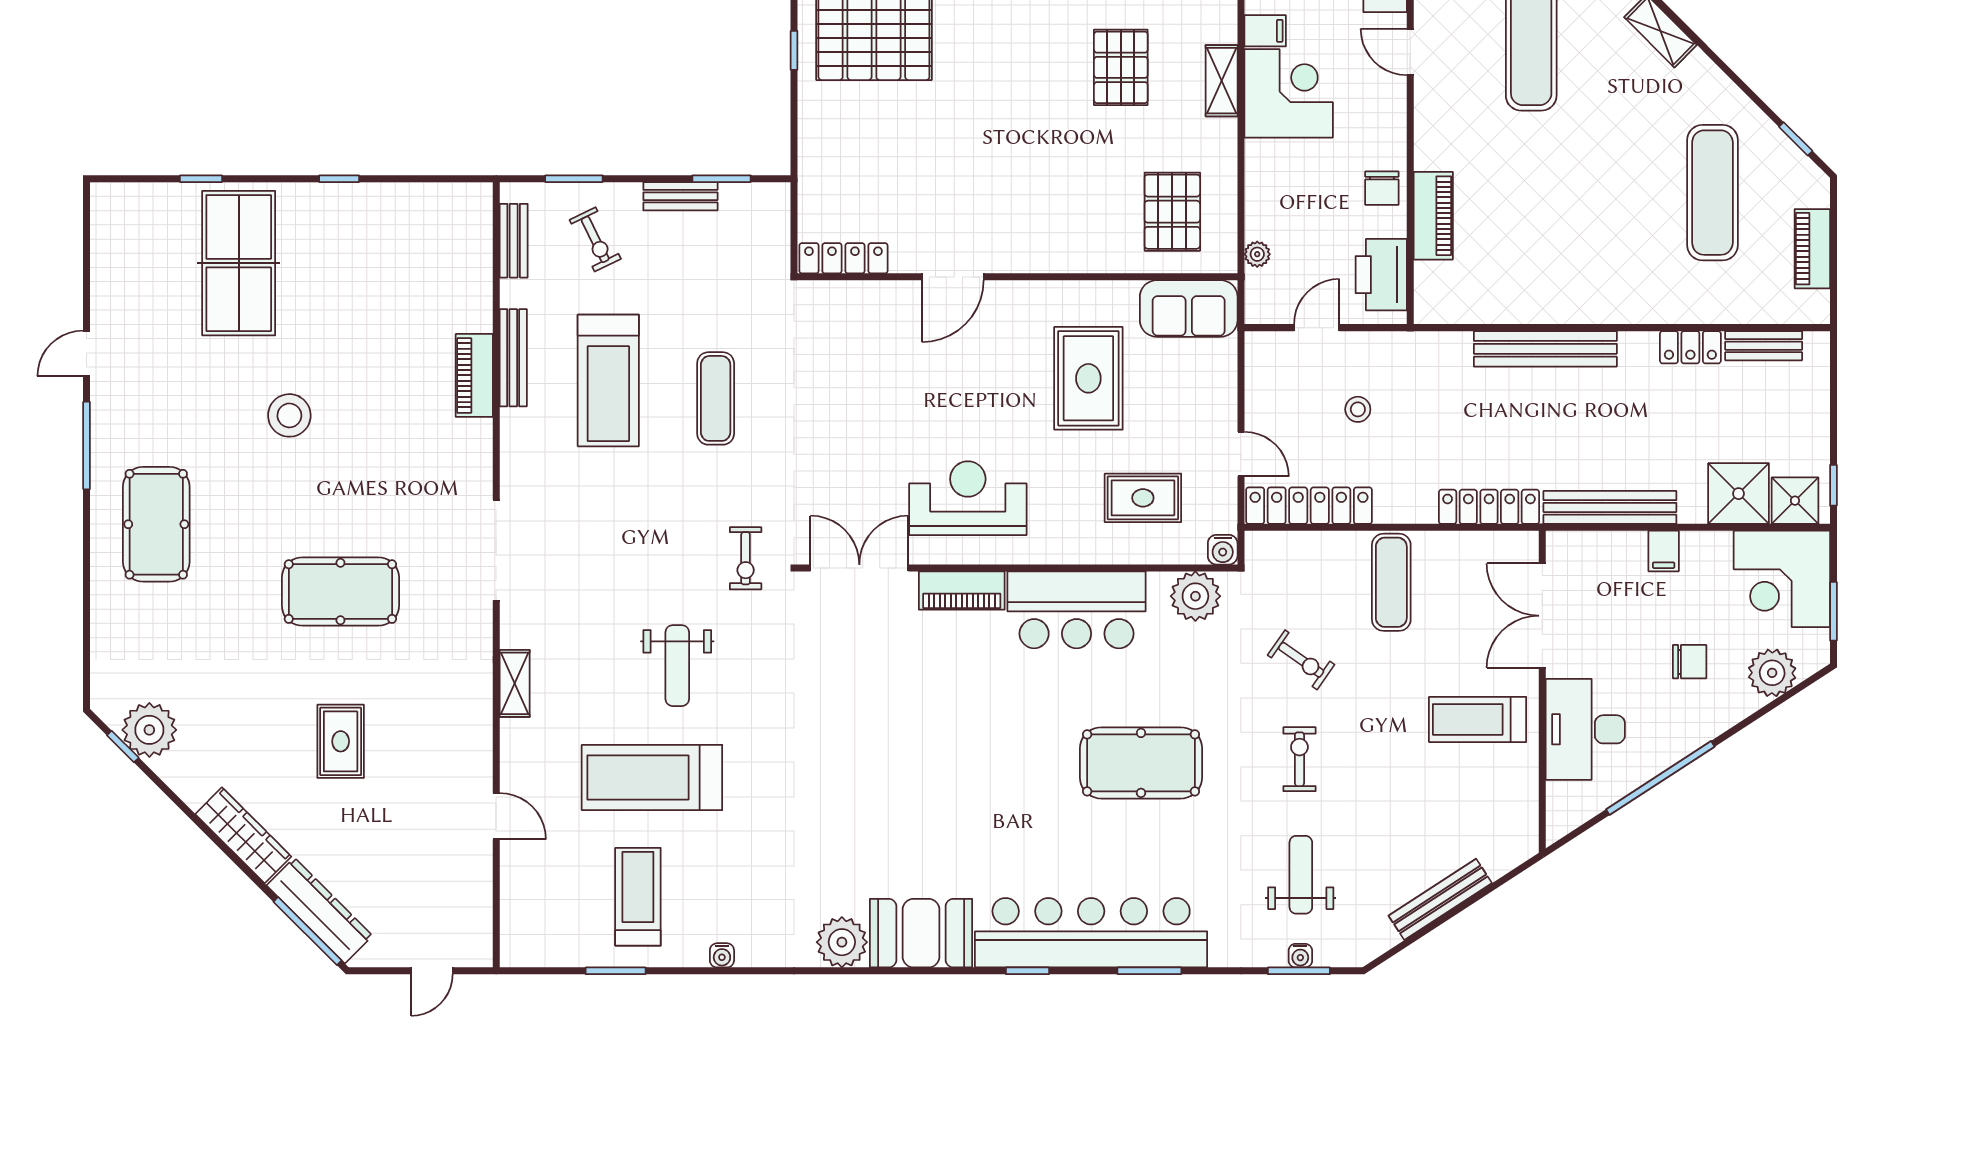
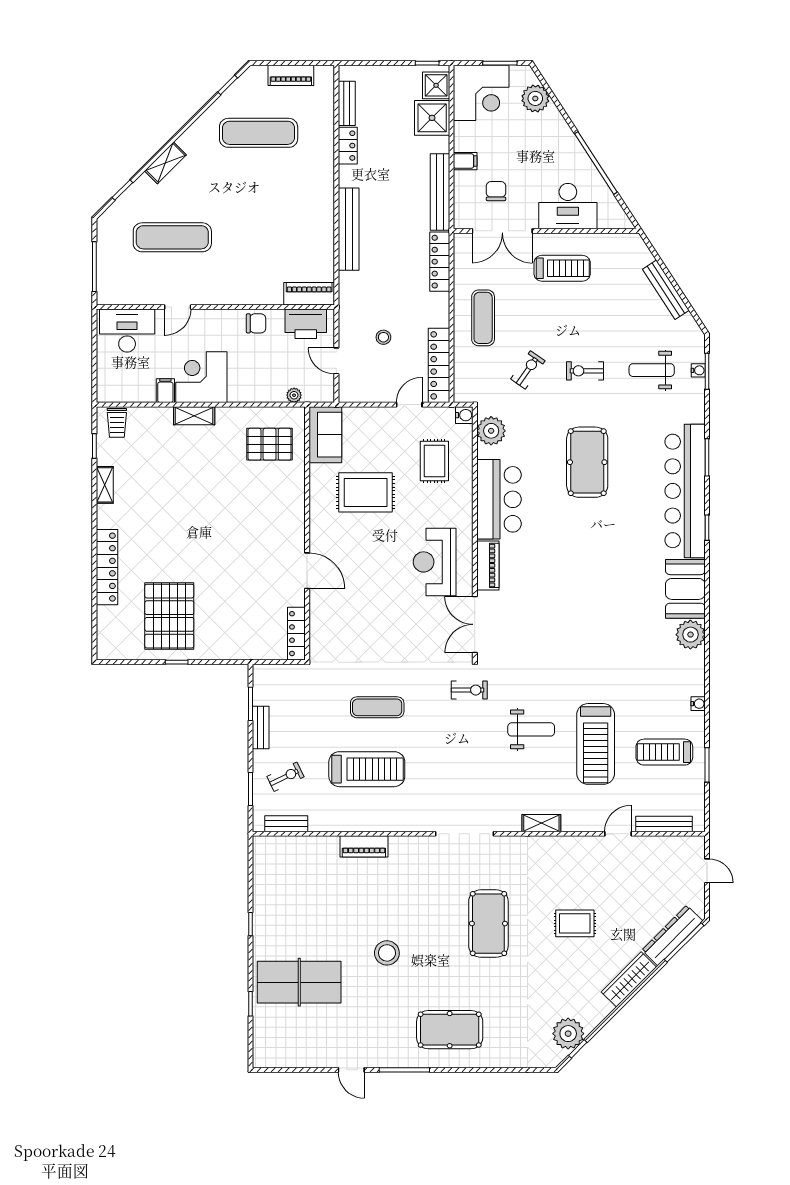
pallet: (1121, 67) -> (186, 474), removed
piano: (1433, 216) -> (309, 294), moved
bench: (513, 358) -> (664, 824), moved
exercise mat: (1391, 582) -> (483, 318), turned 90
chair: (1690, 662) -> (496, 191), moved
treadmill: (1477, 719) -> (562, 268), turned -90

